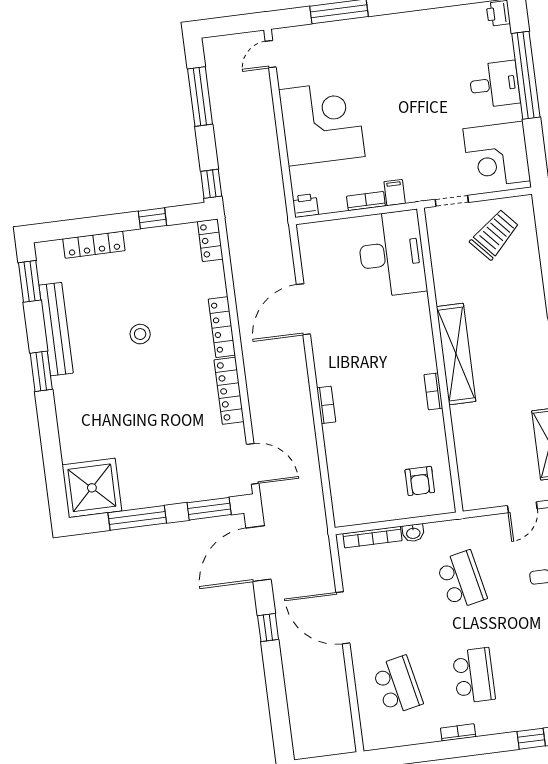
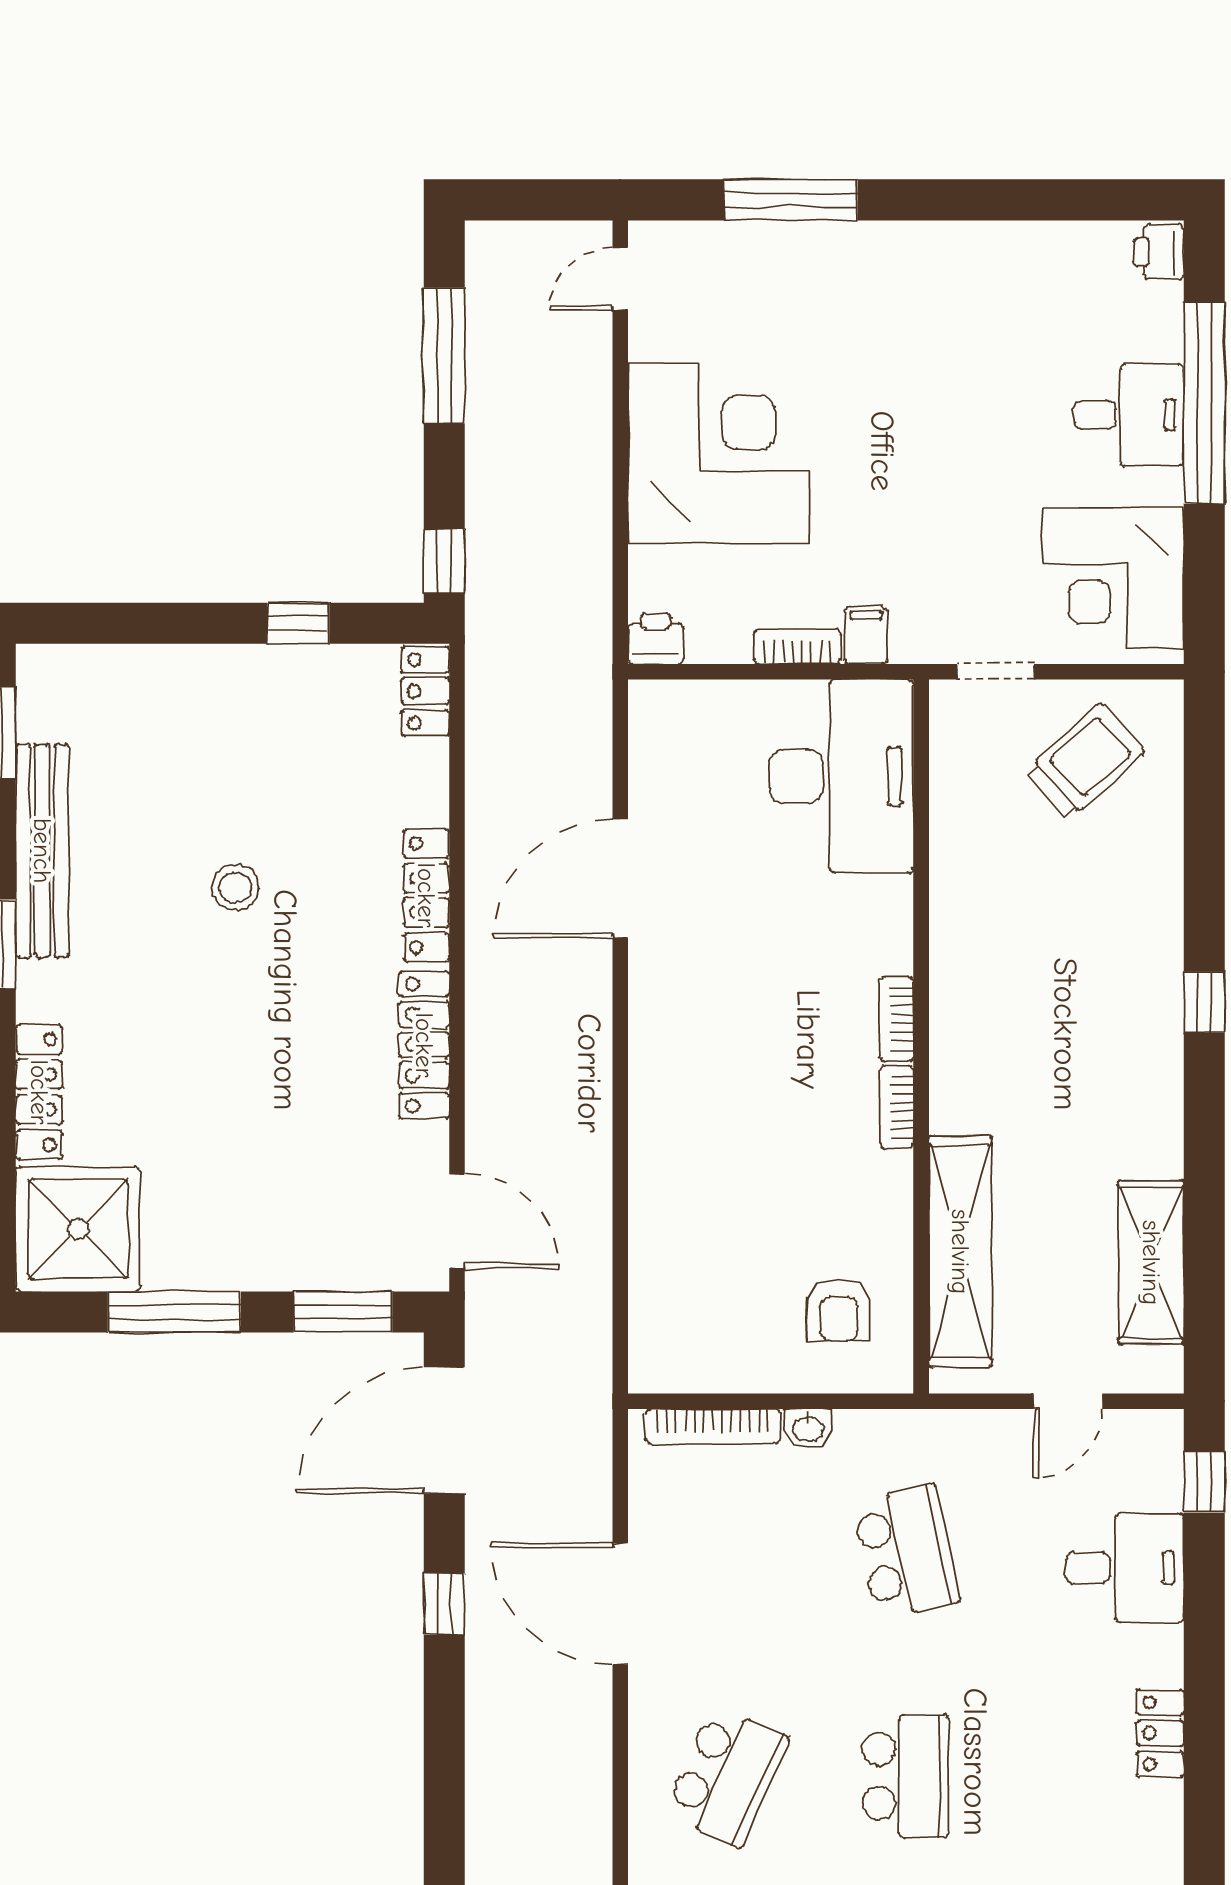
locker: (94, 245) -> (39, 1092), moved, turned -90
shelving: (456, 354) -> (960, 1252), moved
bookcase: (326, 405) -> (897, 1019), moved, turned 180
school desk: (397, 685) -> (727, 1776), turned 36

